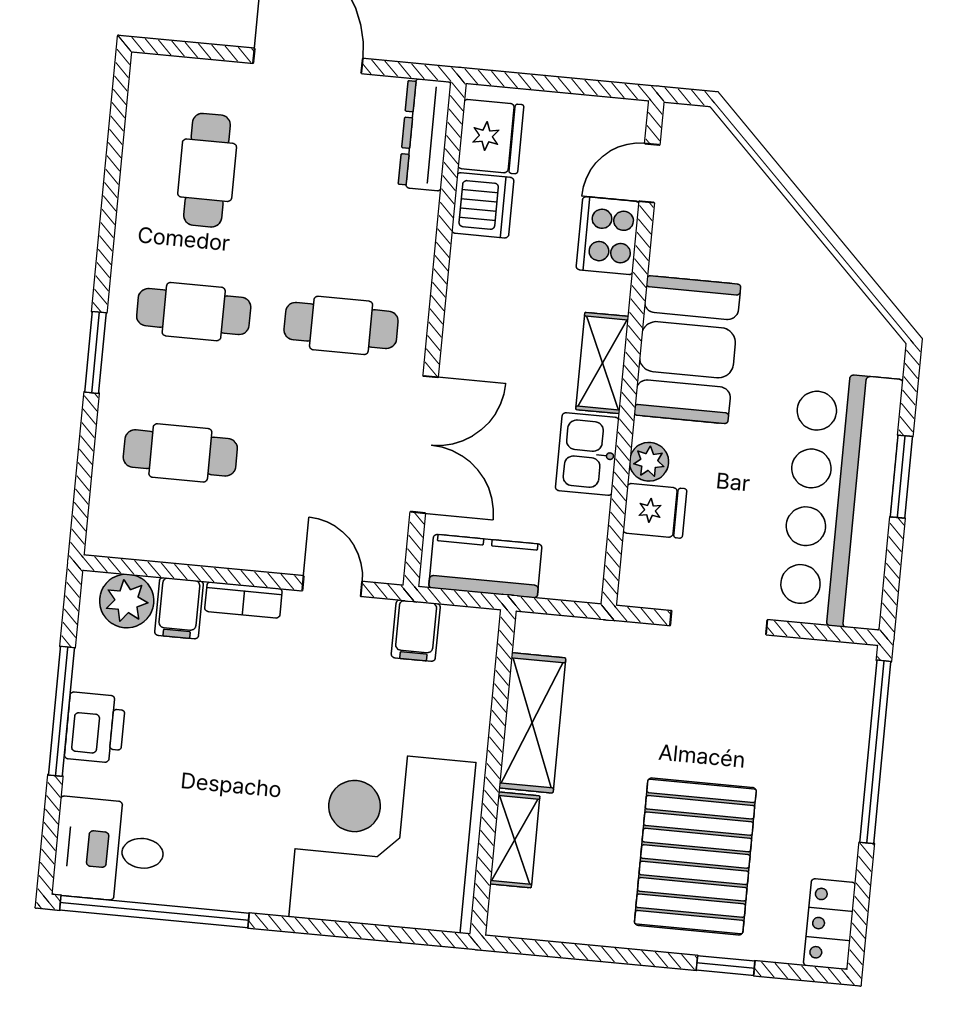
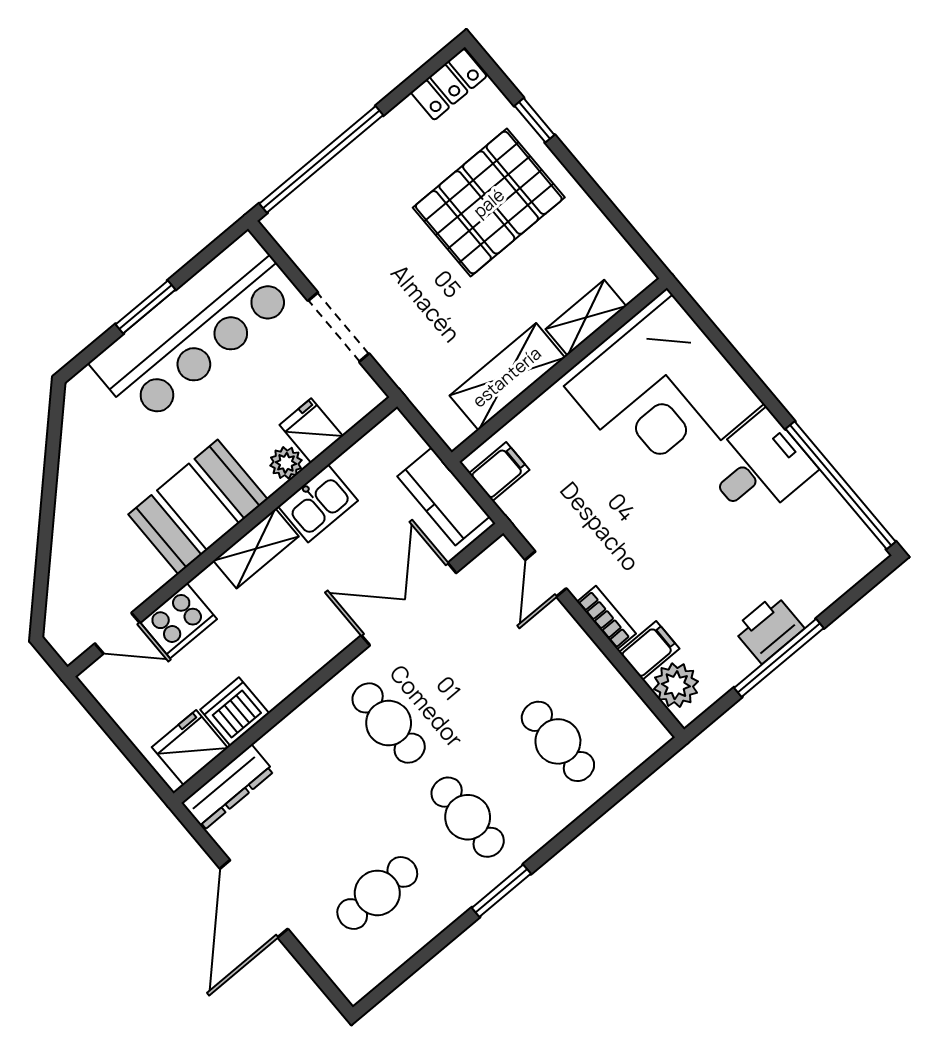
window: (95, 352) -> (501, 891), moved
filing cabinet: (416, 631) -> (499, 472), moved
desk: (109, 850) -> (759, 466), moved, turned -90

